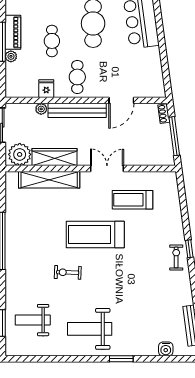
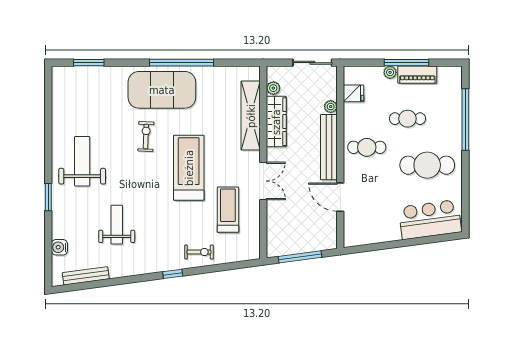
fridge: (46, 89) -> (354, 93), moved
shoe rack: (164, 114) -> (325, 245), removed
plant: (20, 154) -> (273, 88), width x0.53, depth x0.53
exercise bike: (176, 257) -> (199, 252), moved
exercise mat: (26, 258) -> (162, 90), added
weight bench: (33, 320) -> (117, 225), moved

